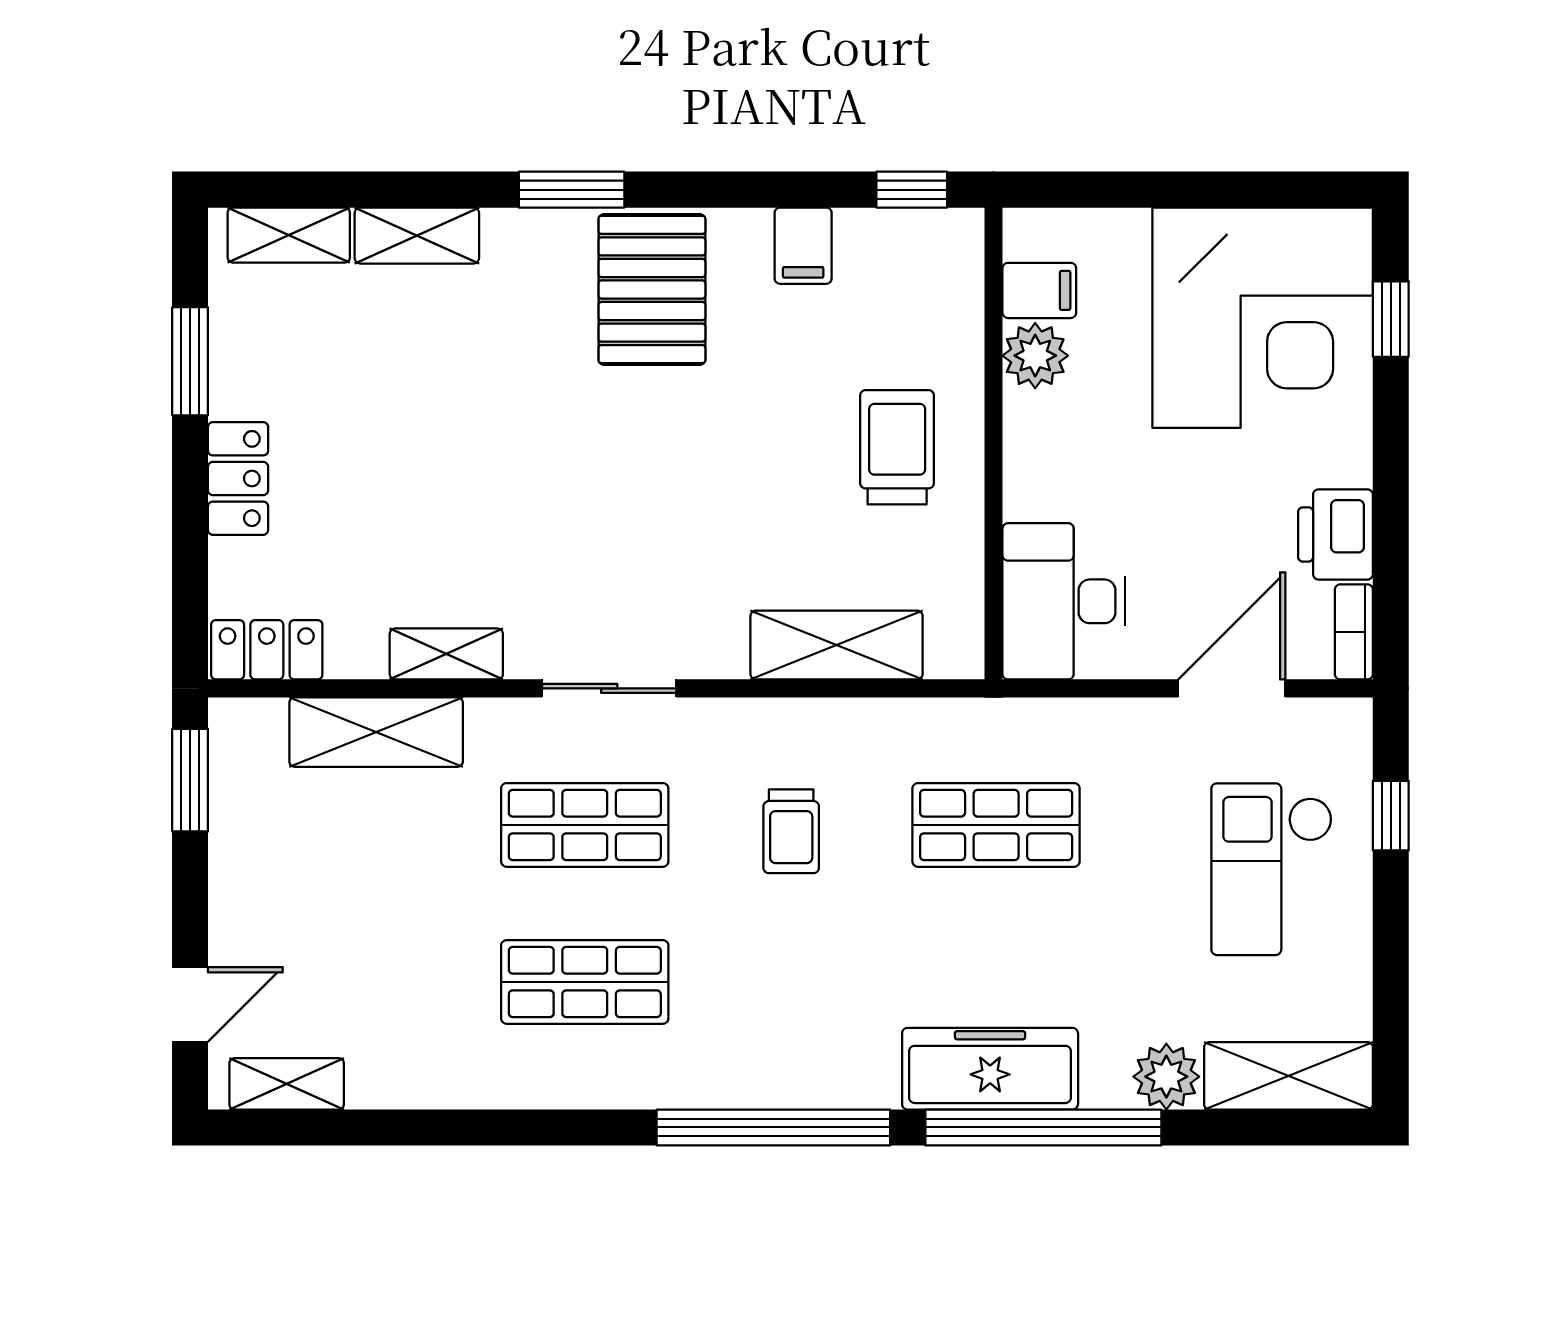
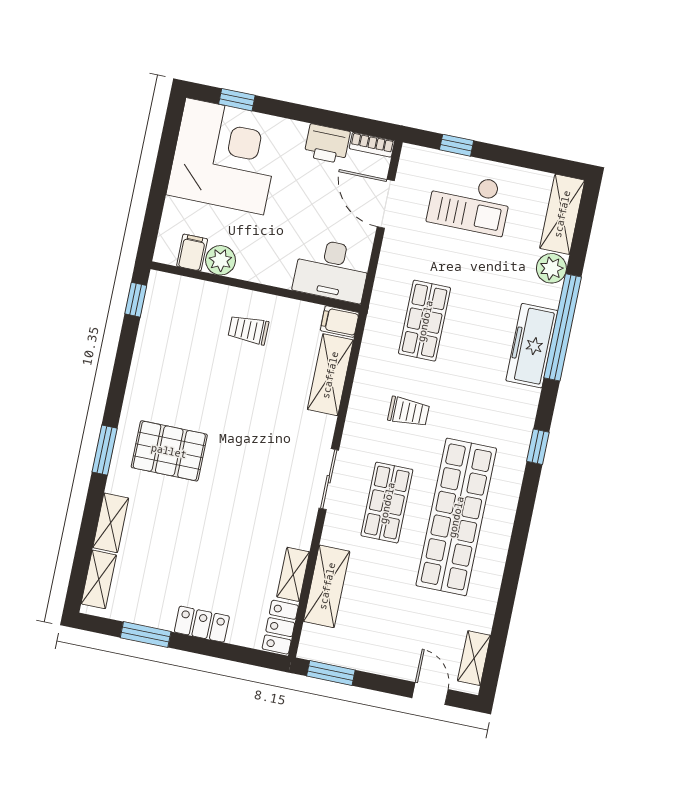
filing cabinet: (803, 246) -> (340, 322), moved, turned 180
pallet: (652, 290) -> (169, 451), moved
trolley: (897, 447) -> (248, 330), width x0.73, depth x0.72
shelving: (446, 654) -> (293, 574), moved
shop shelf: (585, 982) -> (456, 517), width x2.00, depth x1.36
window: (773, 1127) -> (538, 447), width x0.32

